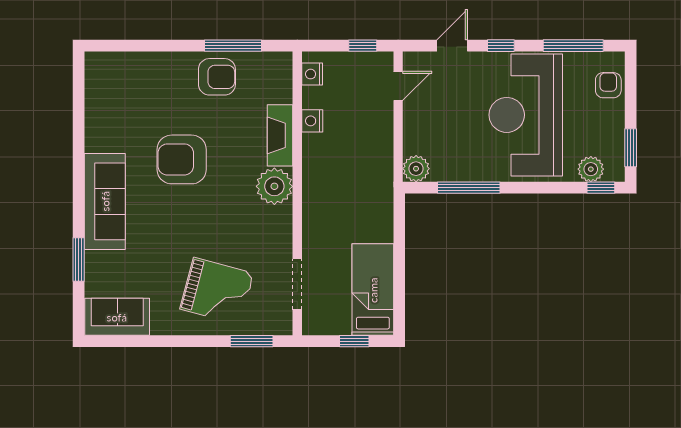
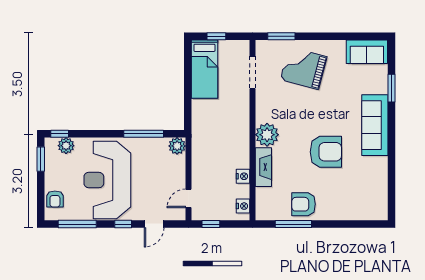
reception desk: (526, 115) -> (107, 180), turned 180

